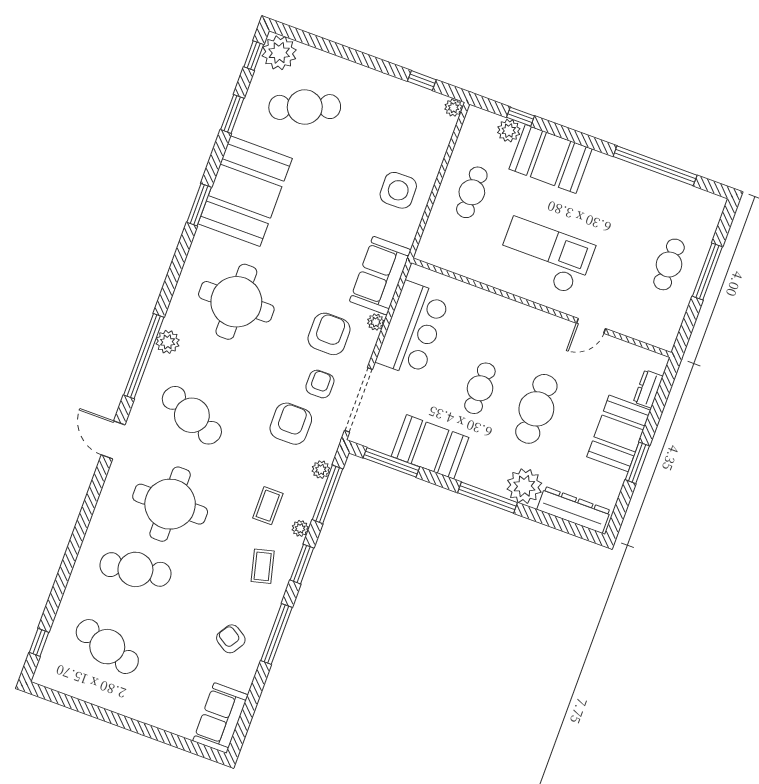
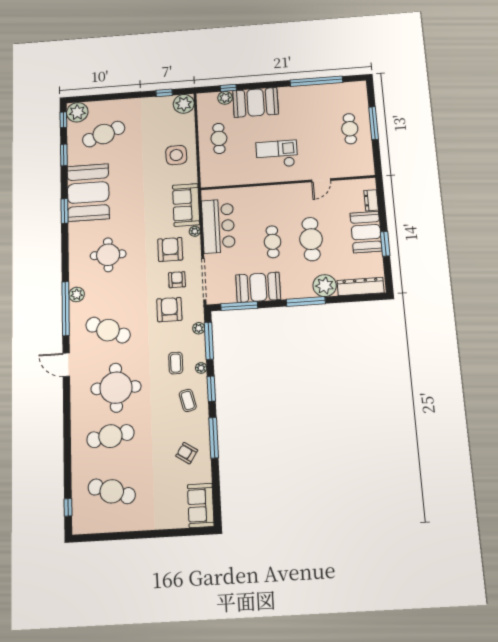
plant: (454, 108) -> (184, 104), width x1.88, depth x1.88
checkout: (545, 256) -> (277, 154), width x0.73, depth x0.83
round table: (236, 302) -> (108, 255), width x0.73, depth x0.73

